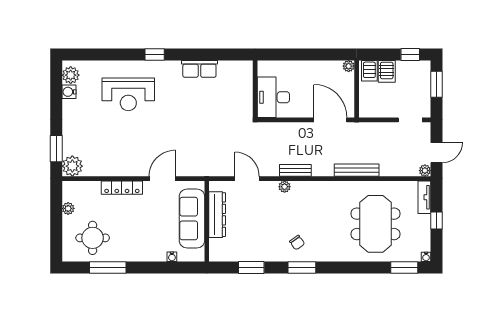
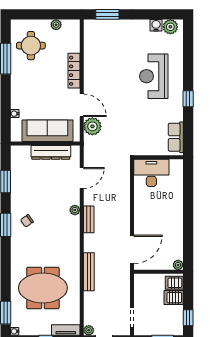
wall: (255, 89) -> (158, 157), moved
desk: (273, 97) -> (151, 173), moved
plant: (72, 166) -> (92, 126), moved

